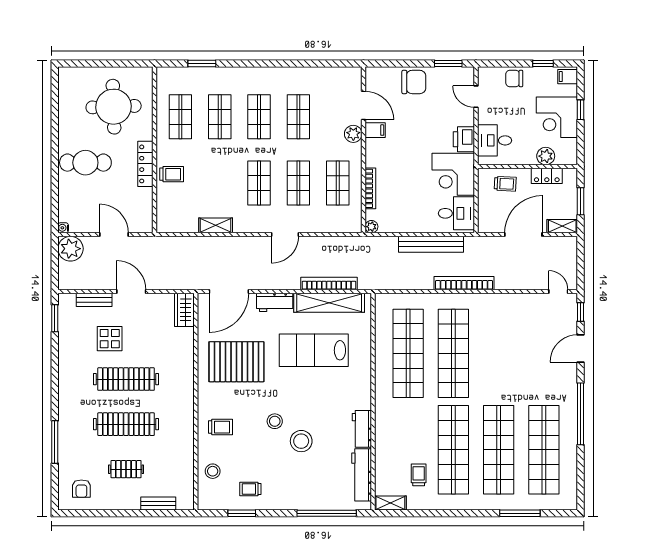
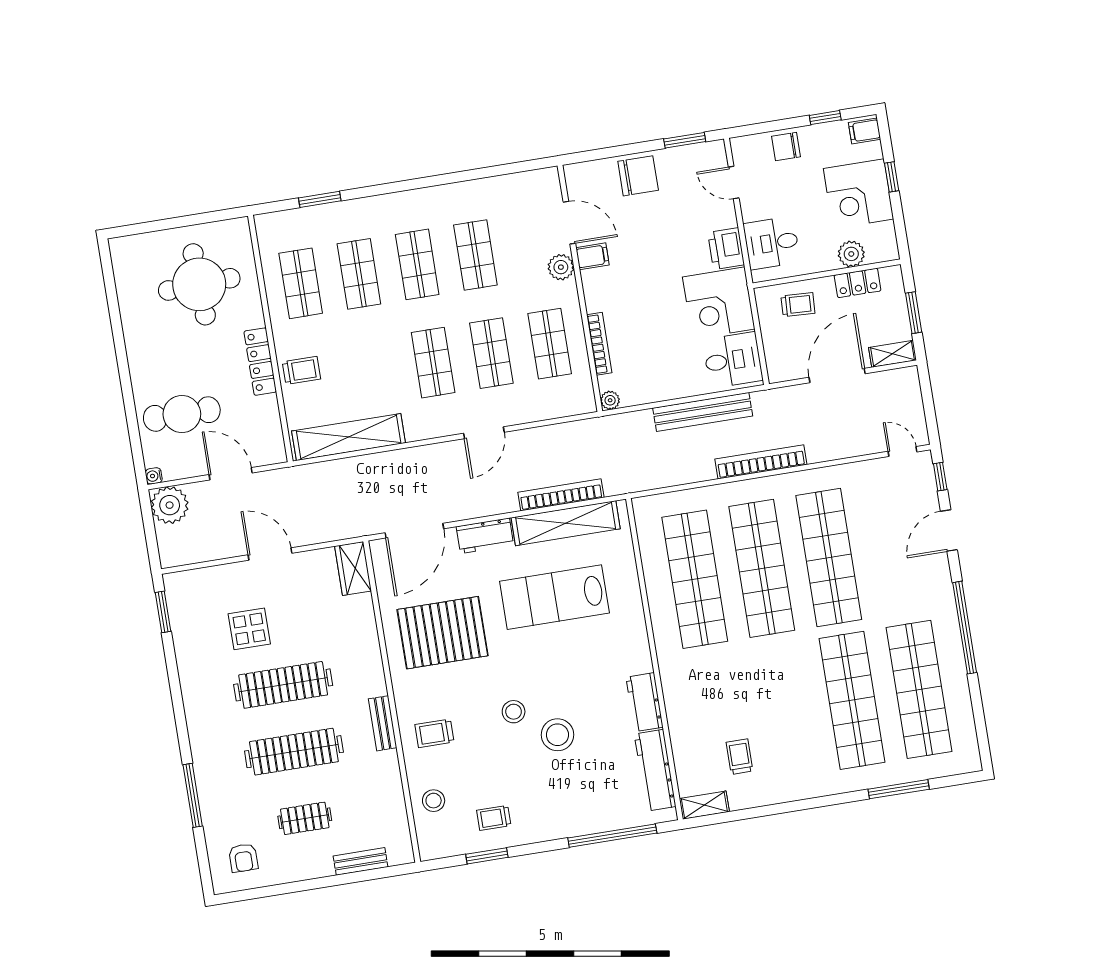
cafe table: (85, 163) -> (182, 414), moved
shelving: (216, 225) -> (349, 437), width x2.20, depth x1.33
bench: (94, 300) -> (383, 723), moved, turned 90
trolley: (220, 427) -> (434, 733), turned 180
shop shelf: (453, 450) -> (829, 558), moved

